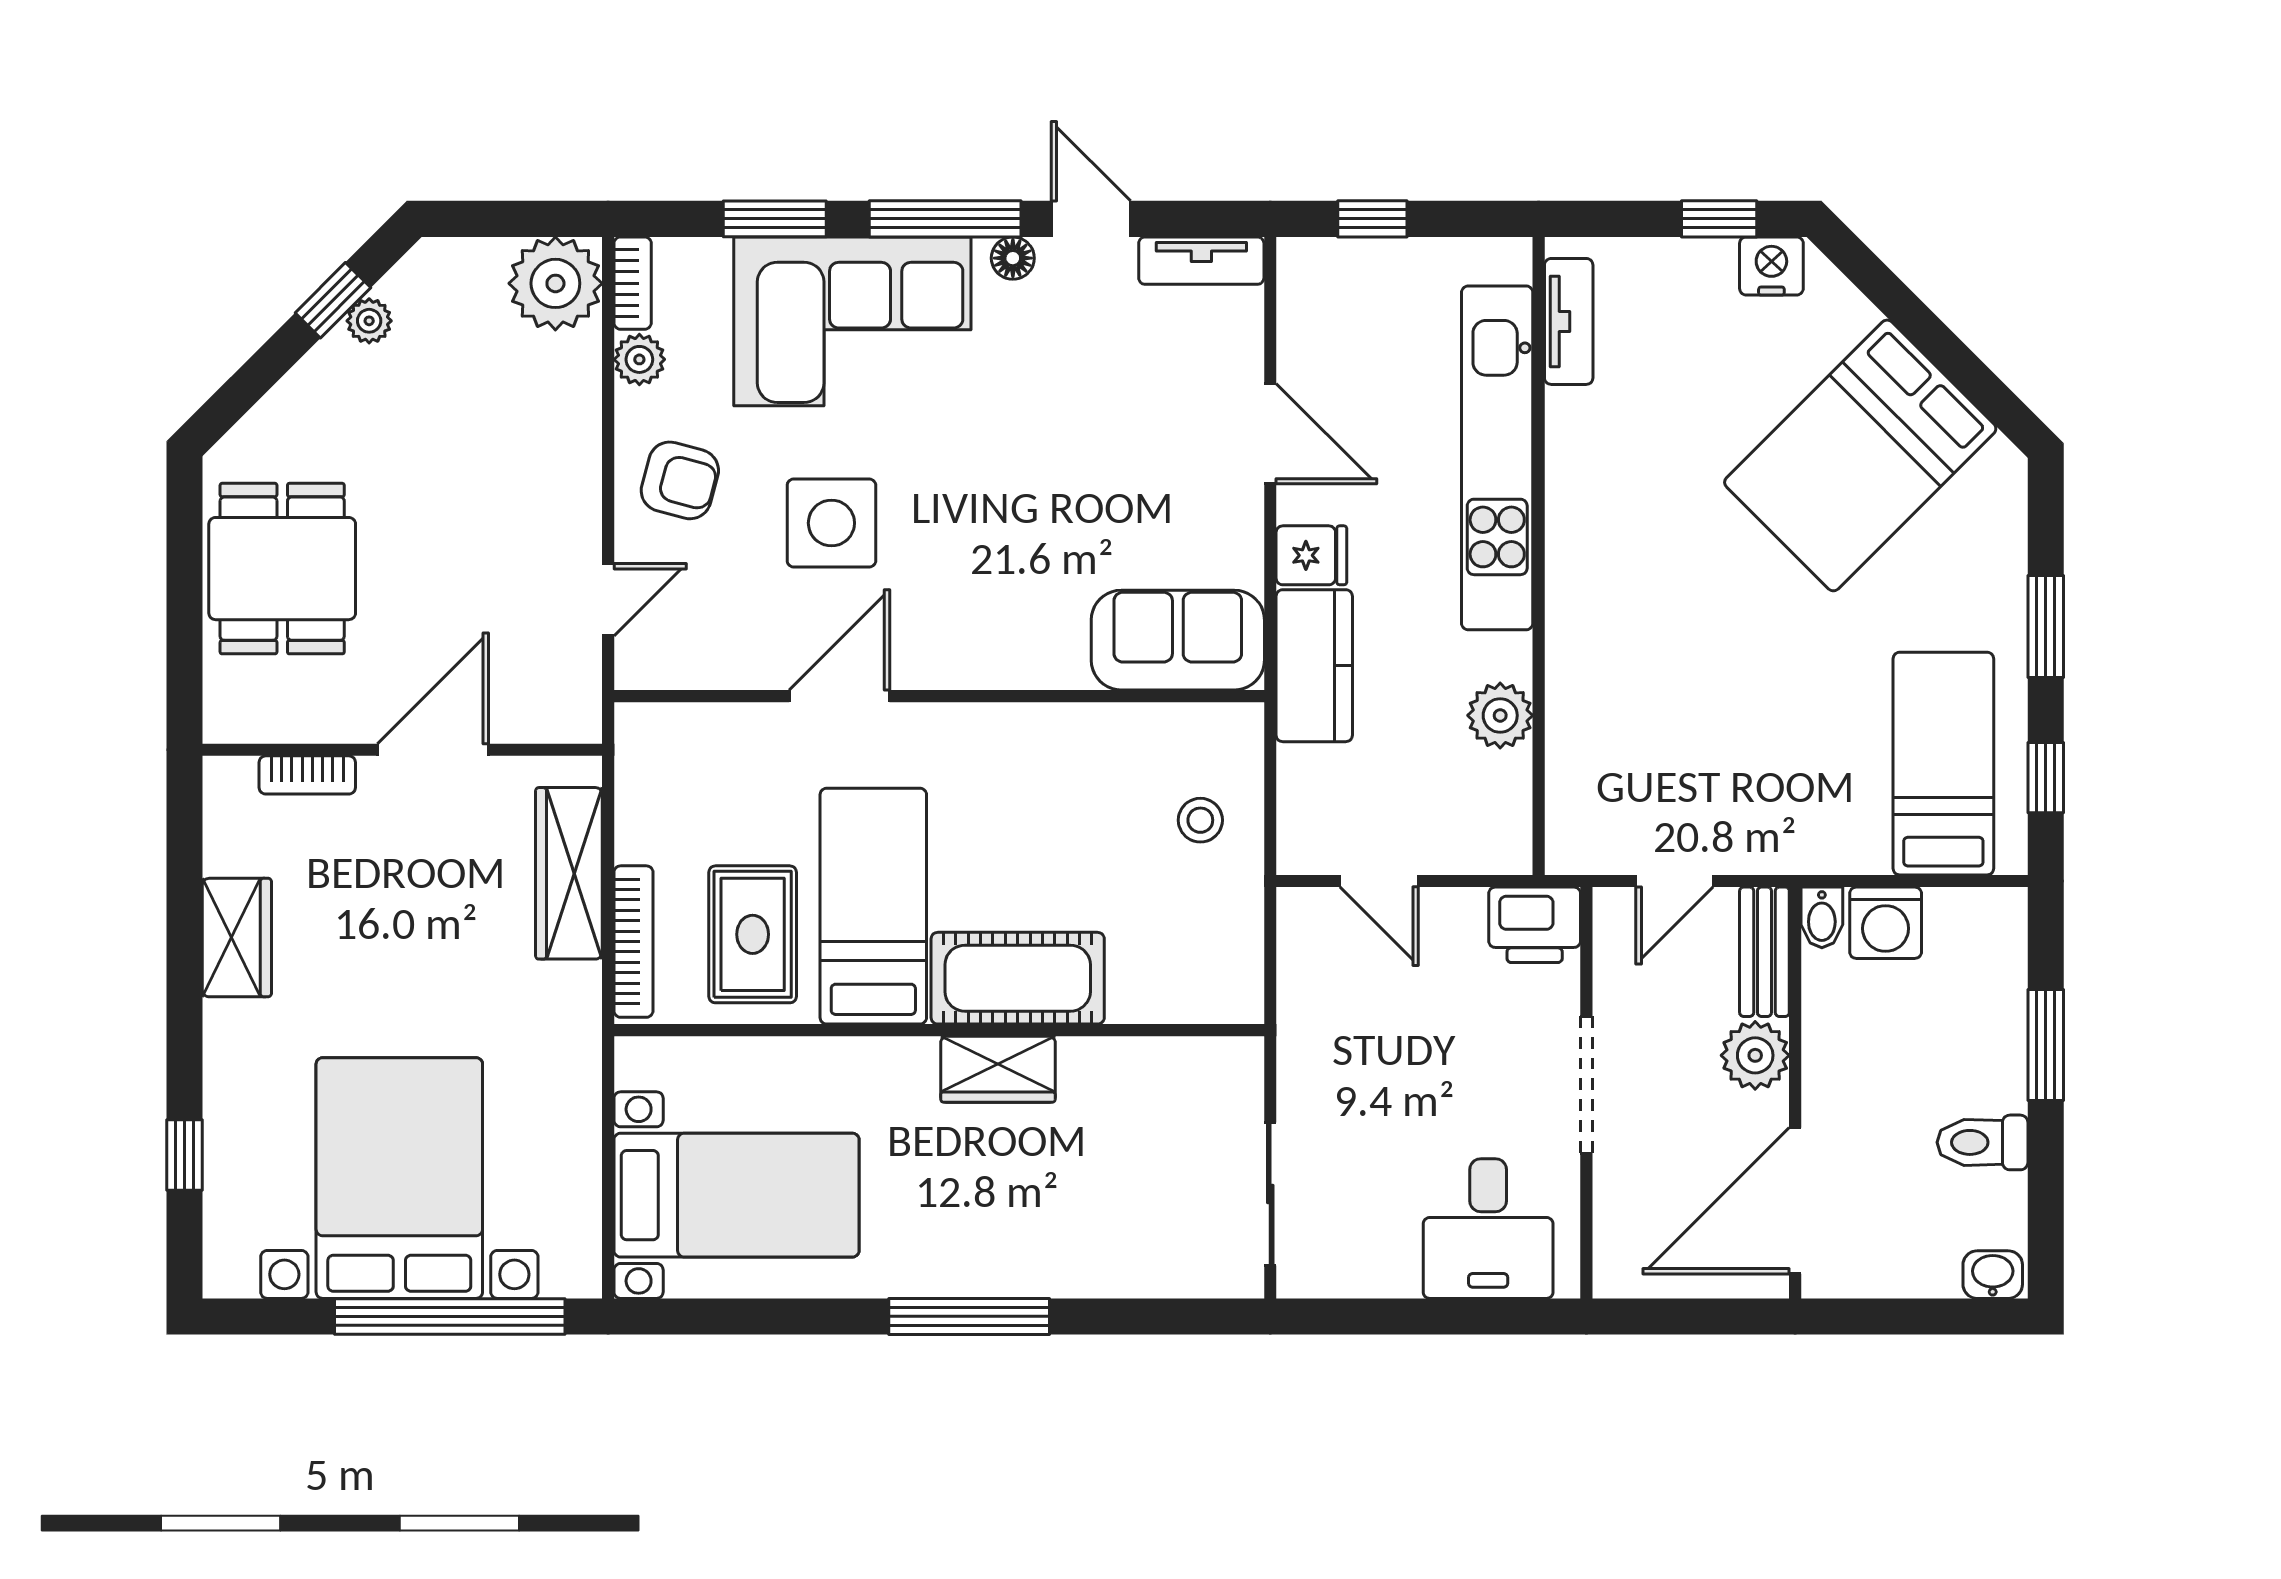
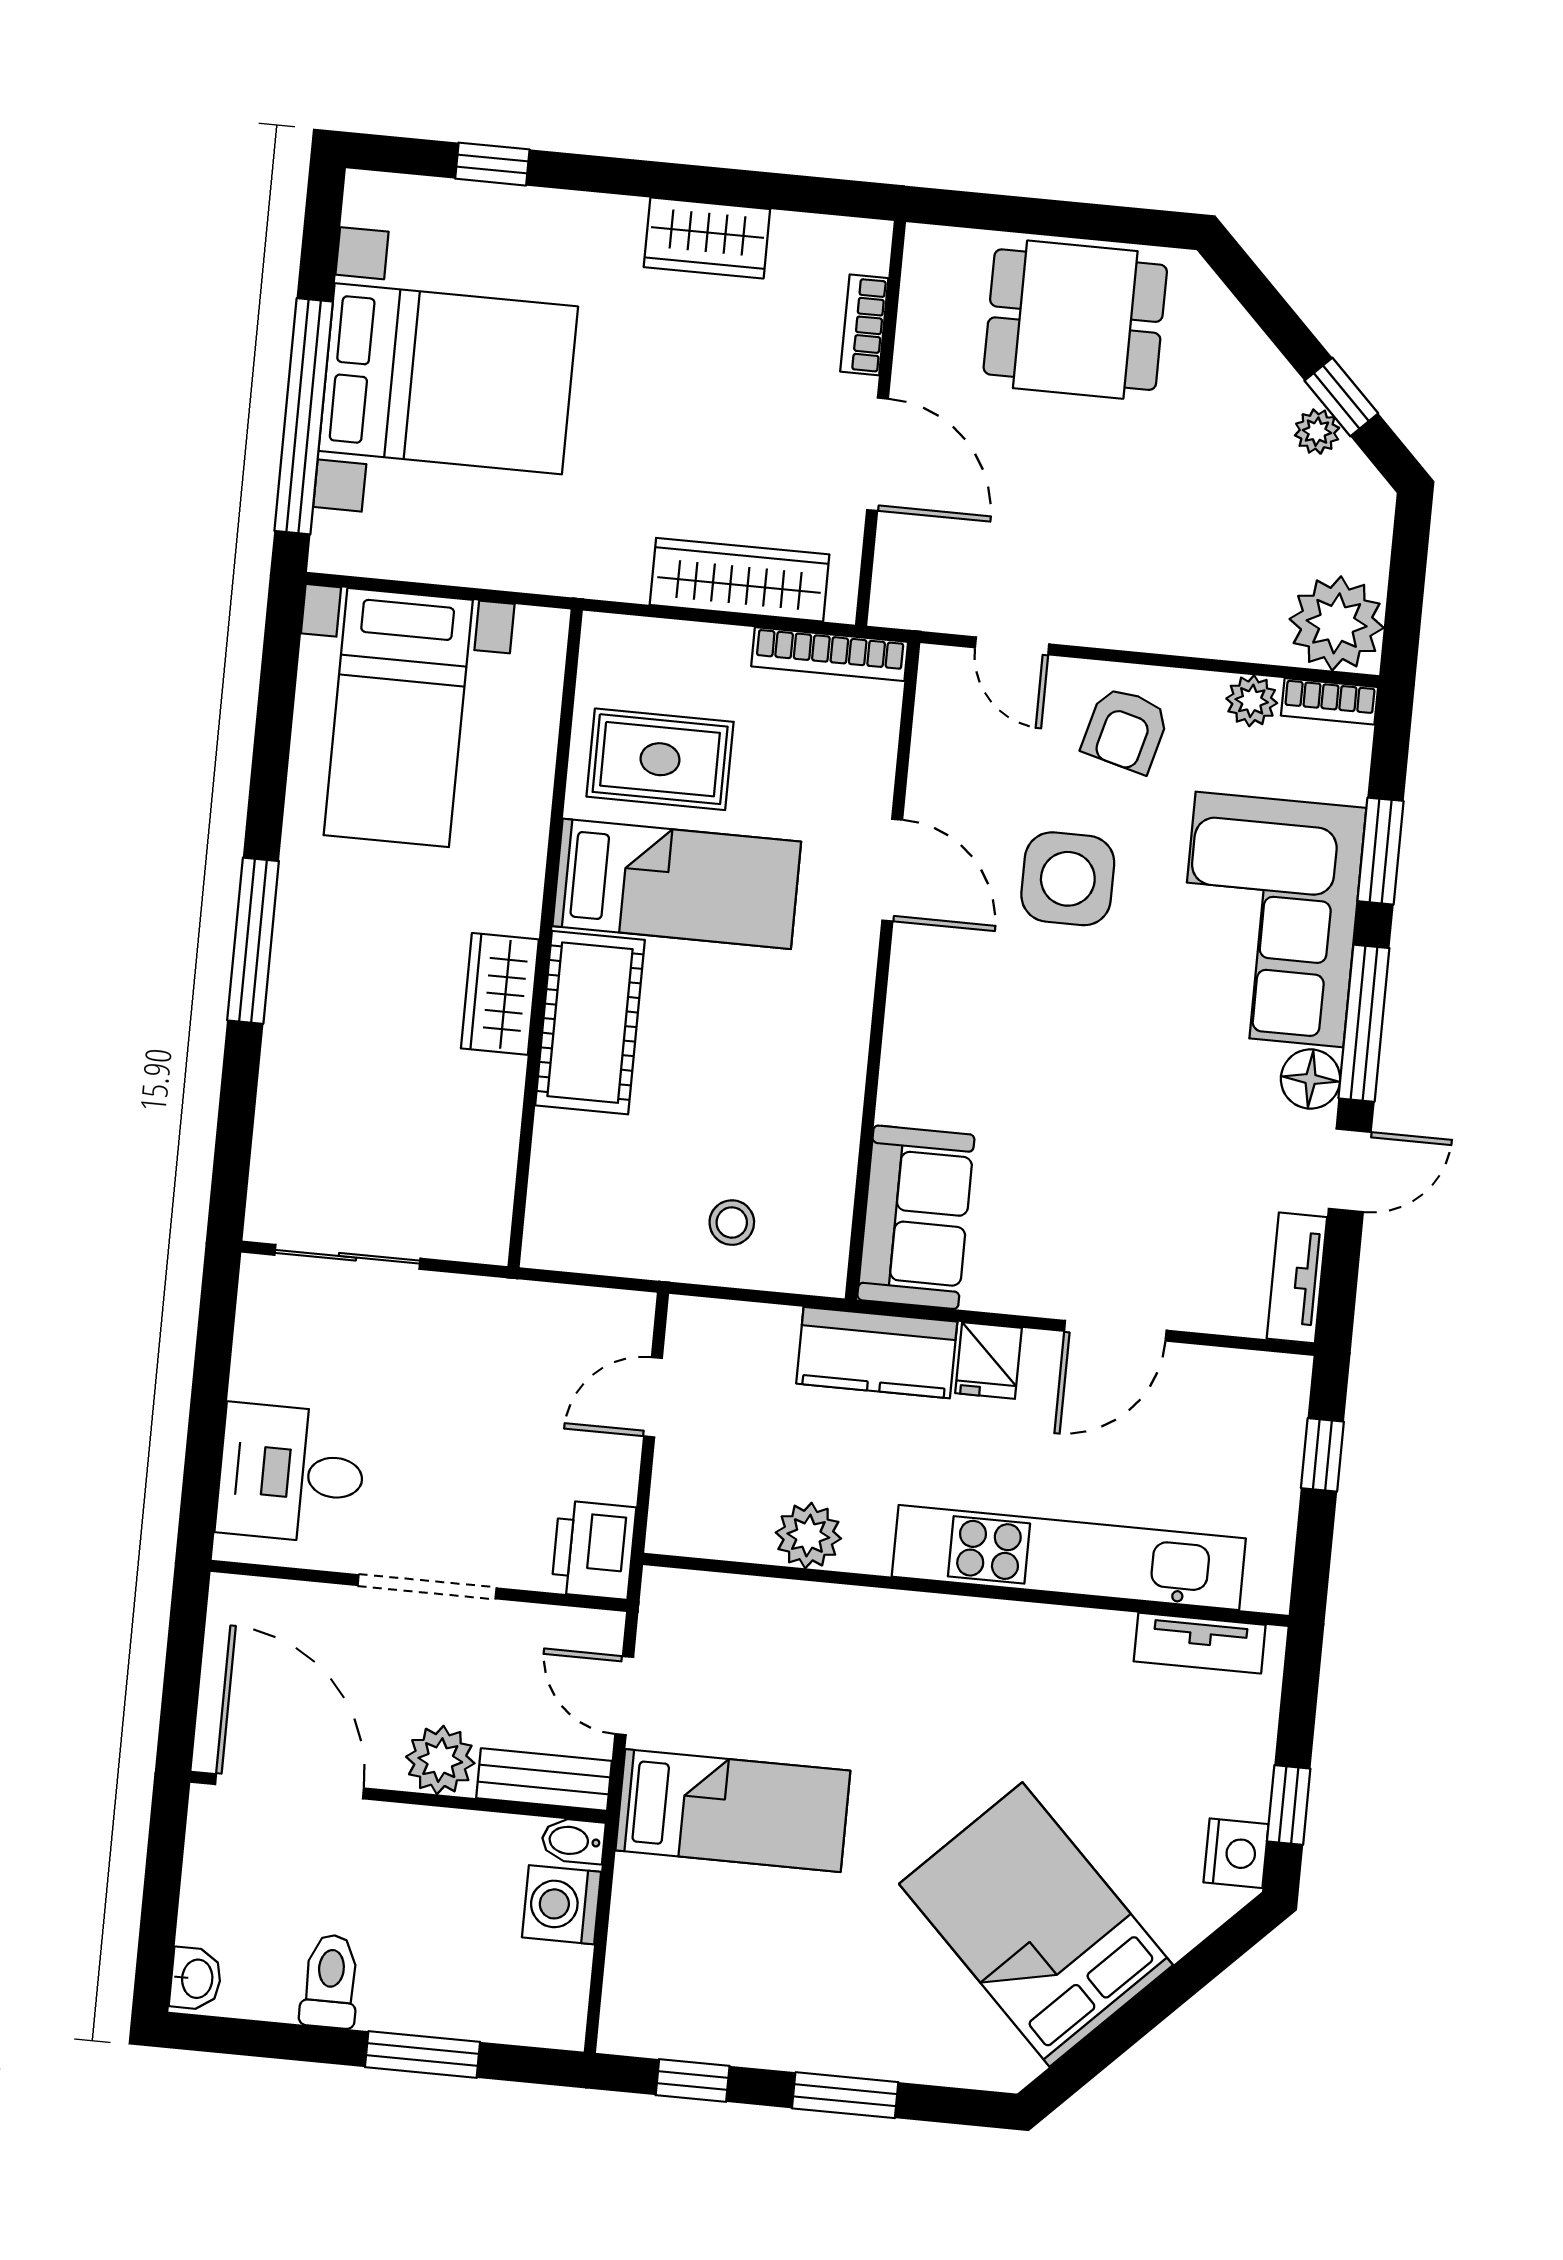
floor lamp: (1013, 258) -> (1311, 1079), width x1.37, depth x1.37
bed: (1943, 764) -> (733, 1811), moved
bookcase: (633, 942) -> (830, 654), moved

